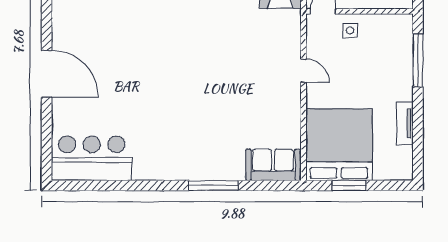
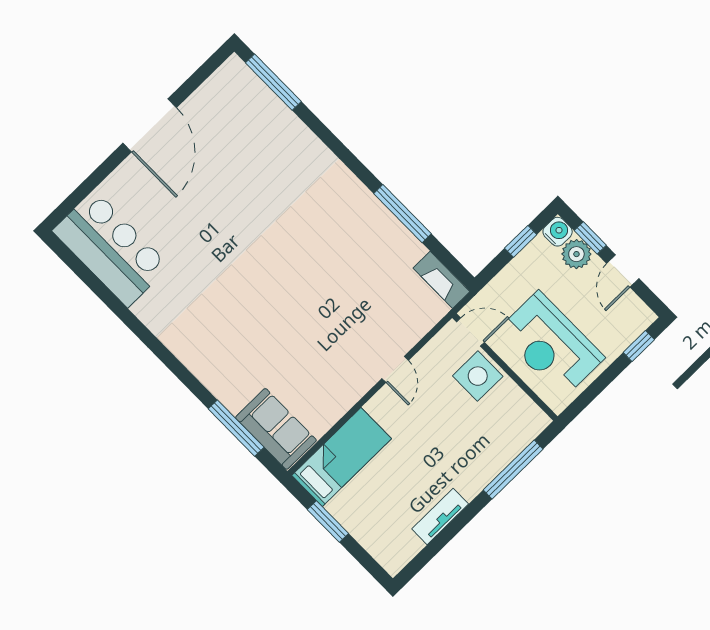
side table: (350, 30) -> (478, 376), width x1.87, depth x1.87
bed: (339, 145) -> (342, 457), width x0.49
window: (213, 185) -> (236, 428), moved

